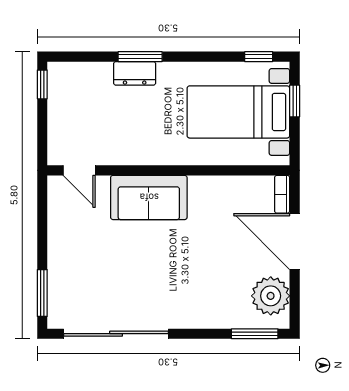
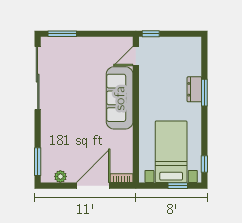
window: (42, 84) -> (151, 34), moved
sofa: (149, 197) -> (120, 98), width x1.36
plant: (271, 296) -> (60, 176), width x0.53, depth x0.53

